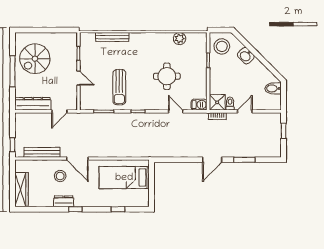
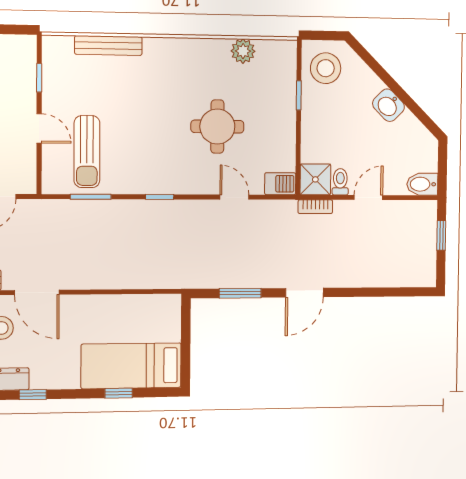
washbasin: (246, 56) -> (388, 105), moved
sun lounger: (119, 87) -> (87, 152), moved
bidet: (273, 88) -> (422, 184), moved
window: (244, 160) -> (240, 293), moved
bed: (124, 178) -> (131, 366), moved

